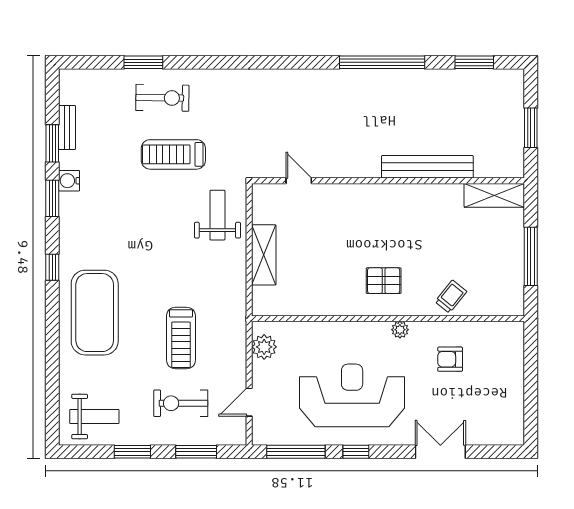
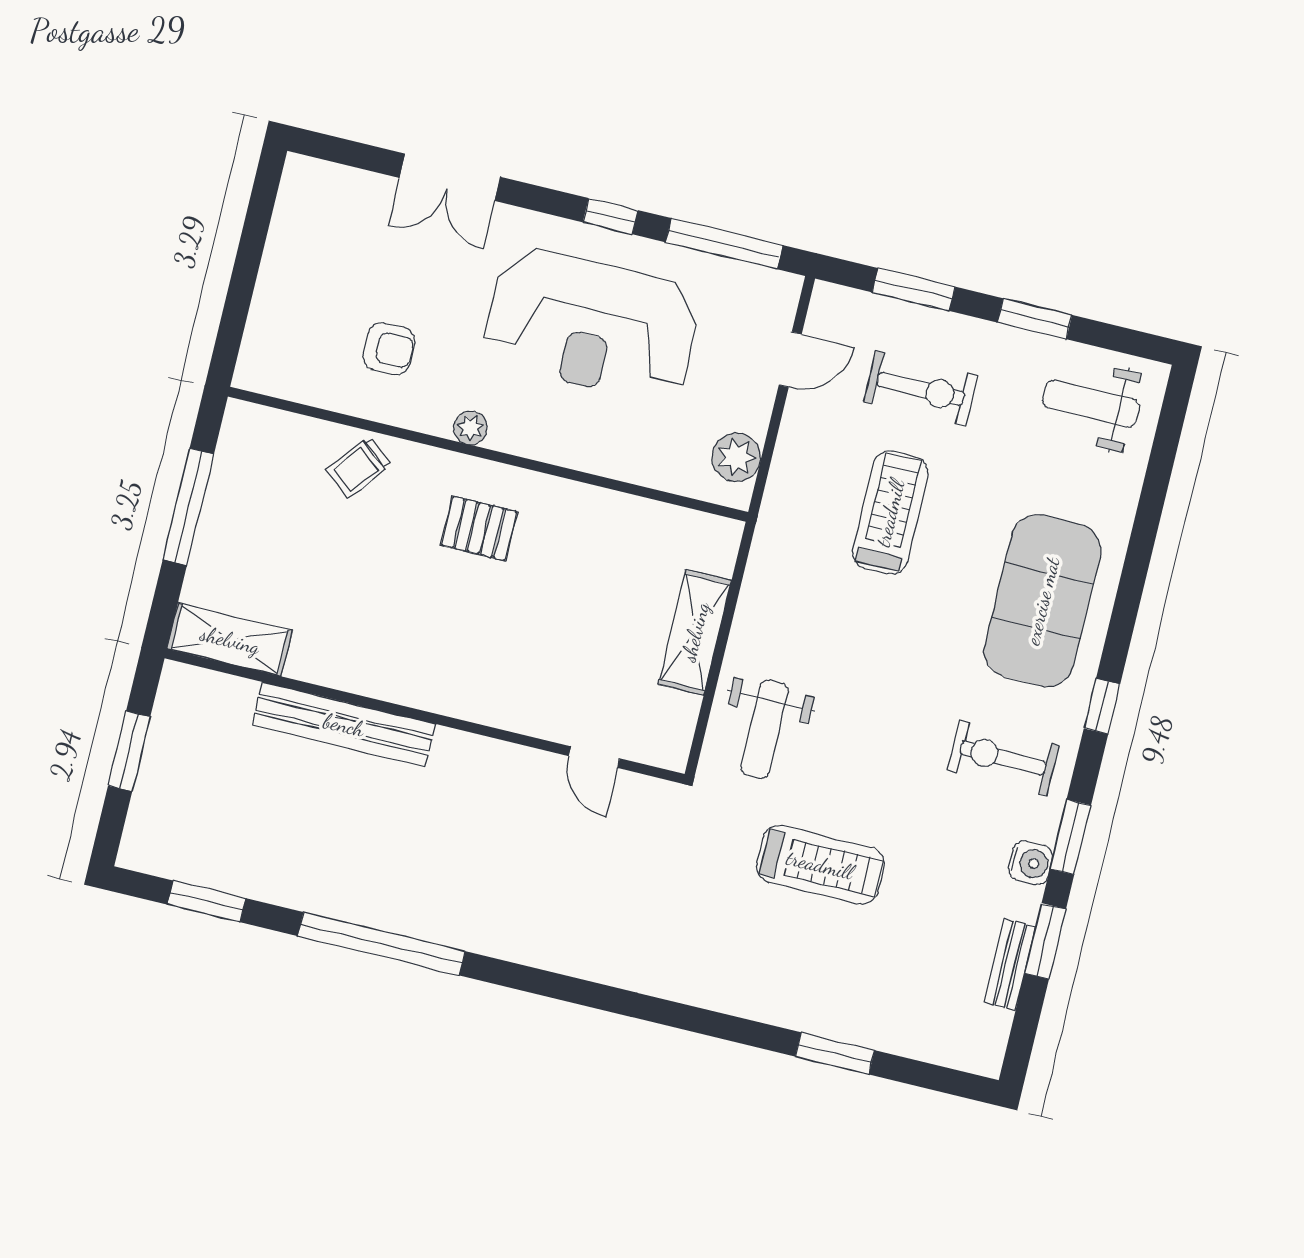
exercise bike: (162, 98) -> (1003, 758), moved

